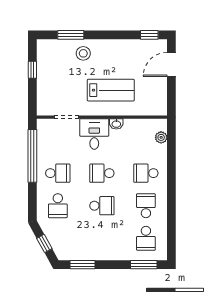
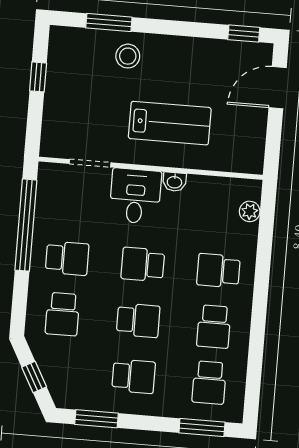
school desk: (146, 206) -> (214, 327), turned 180
school desk: (102, 238) -> (134, 376), added

